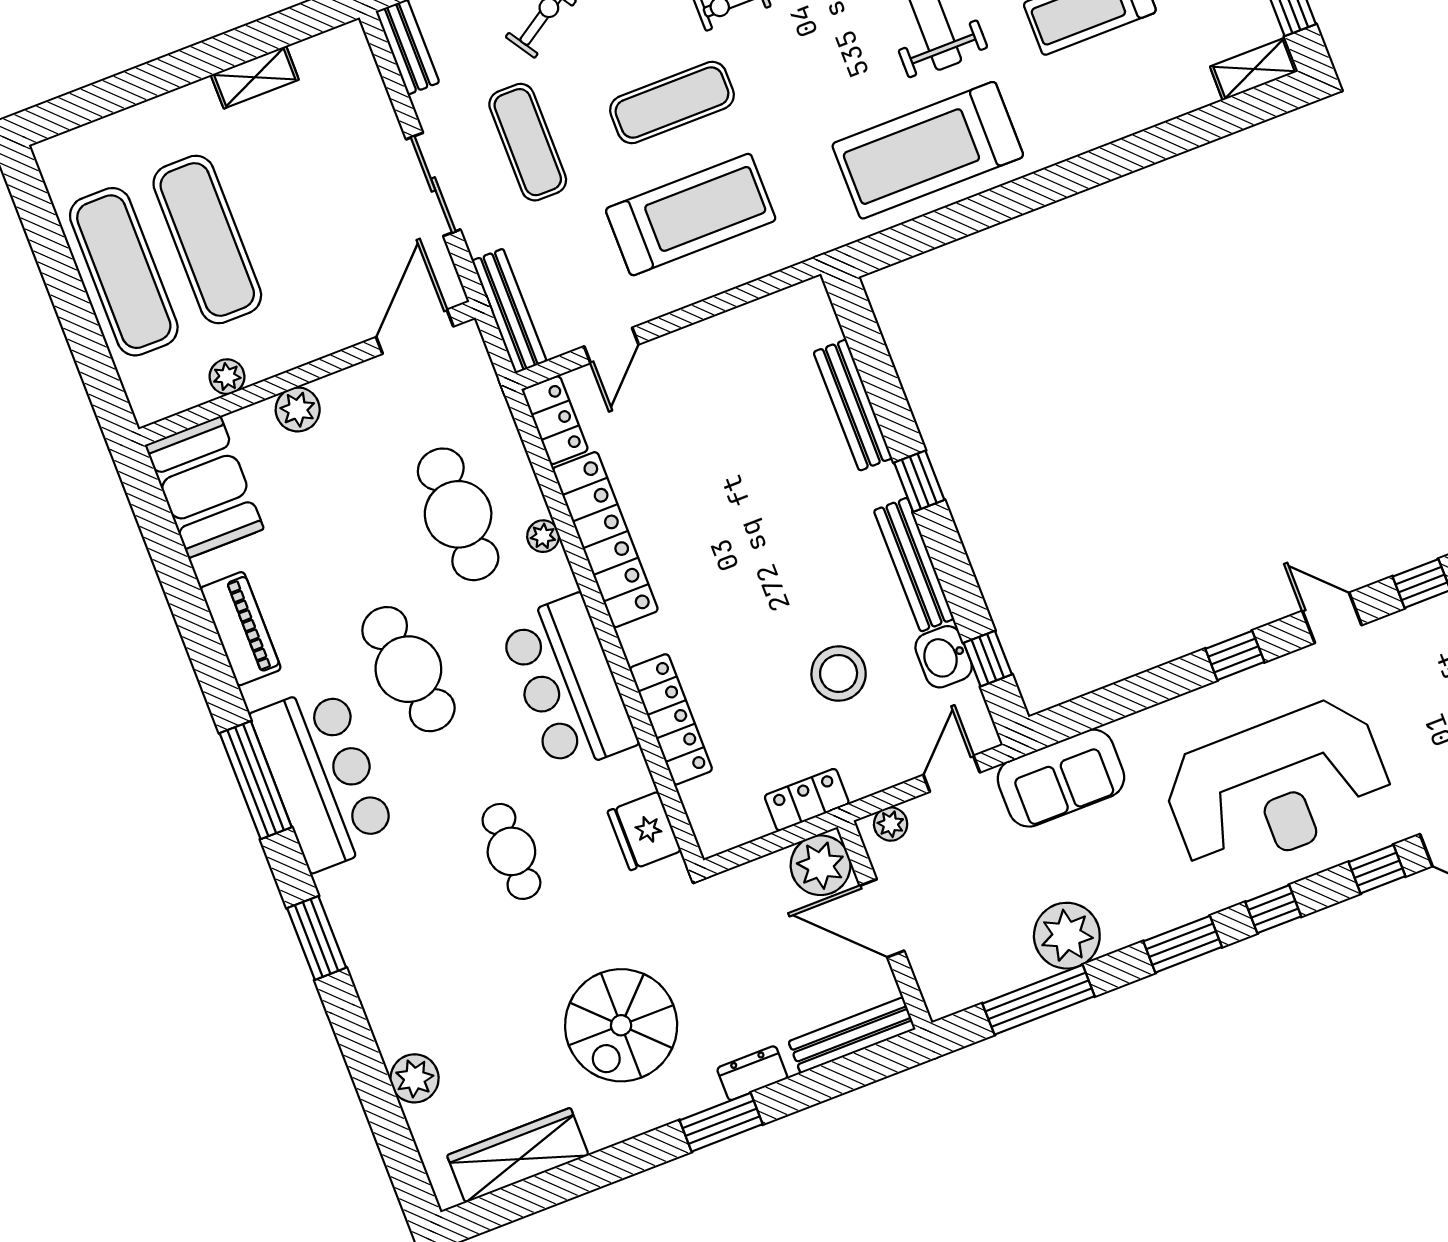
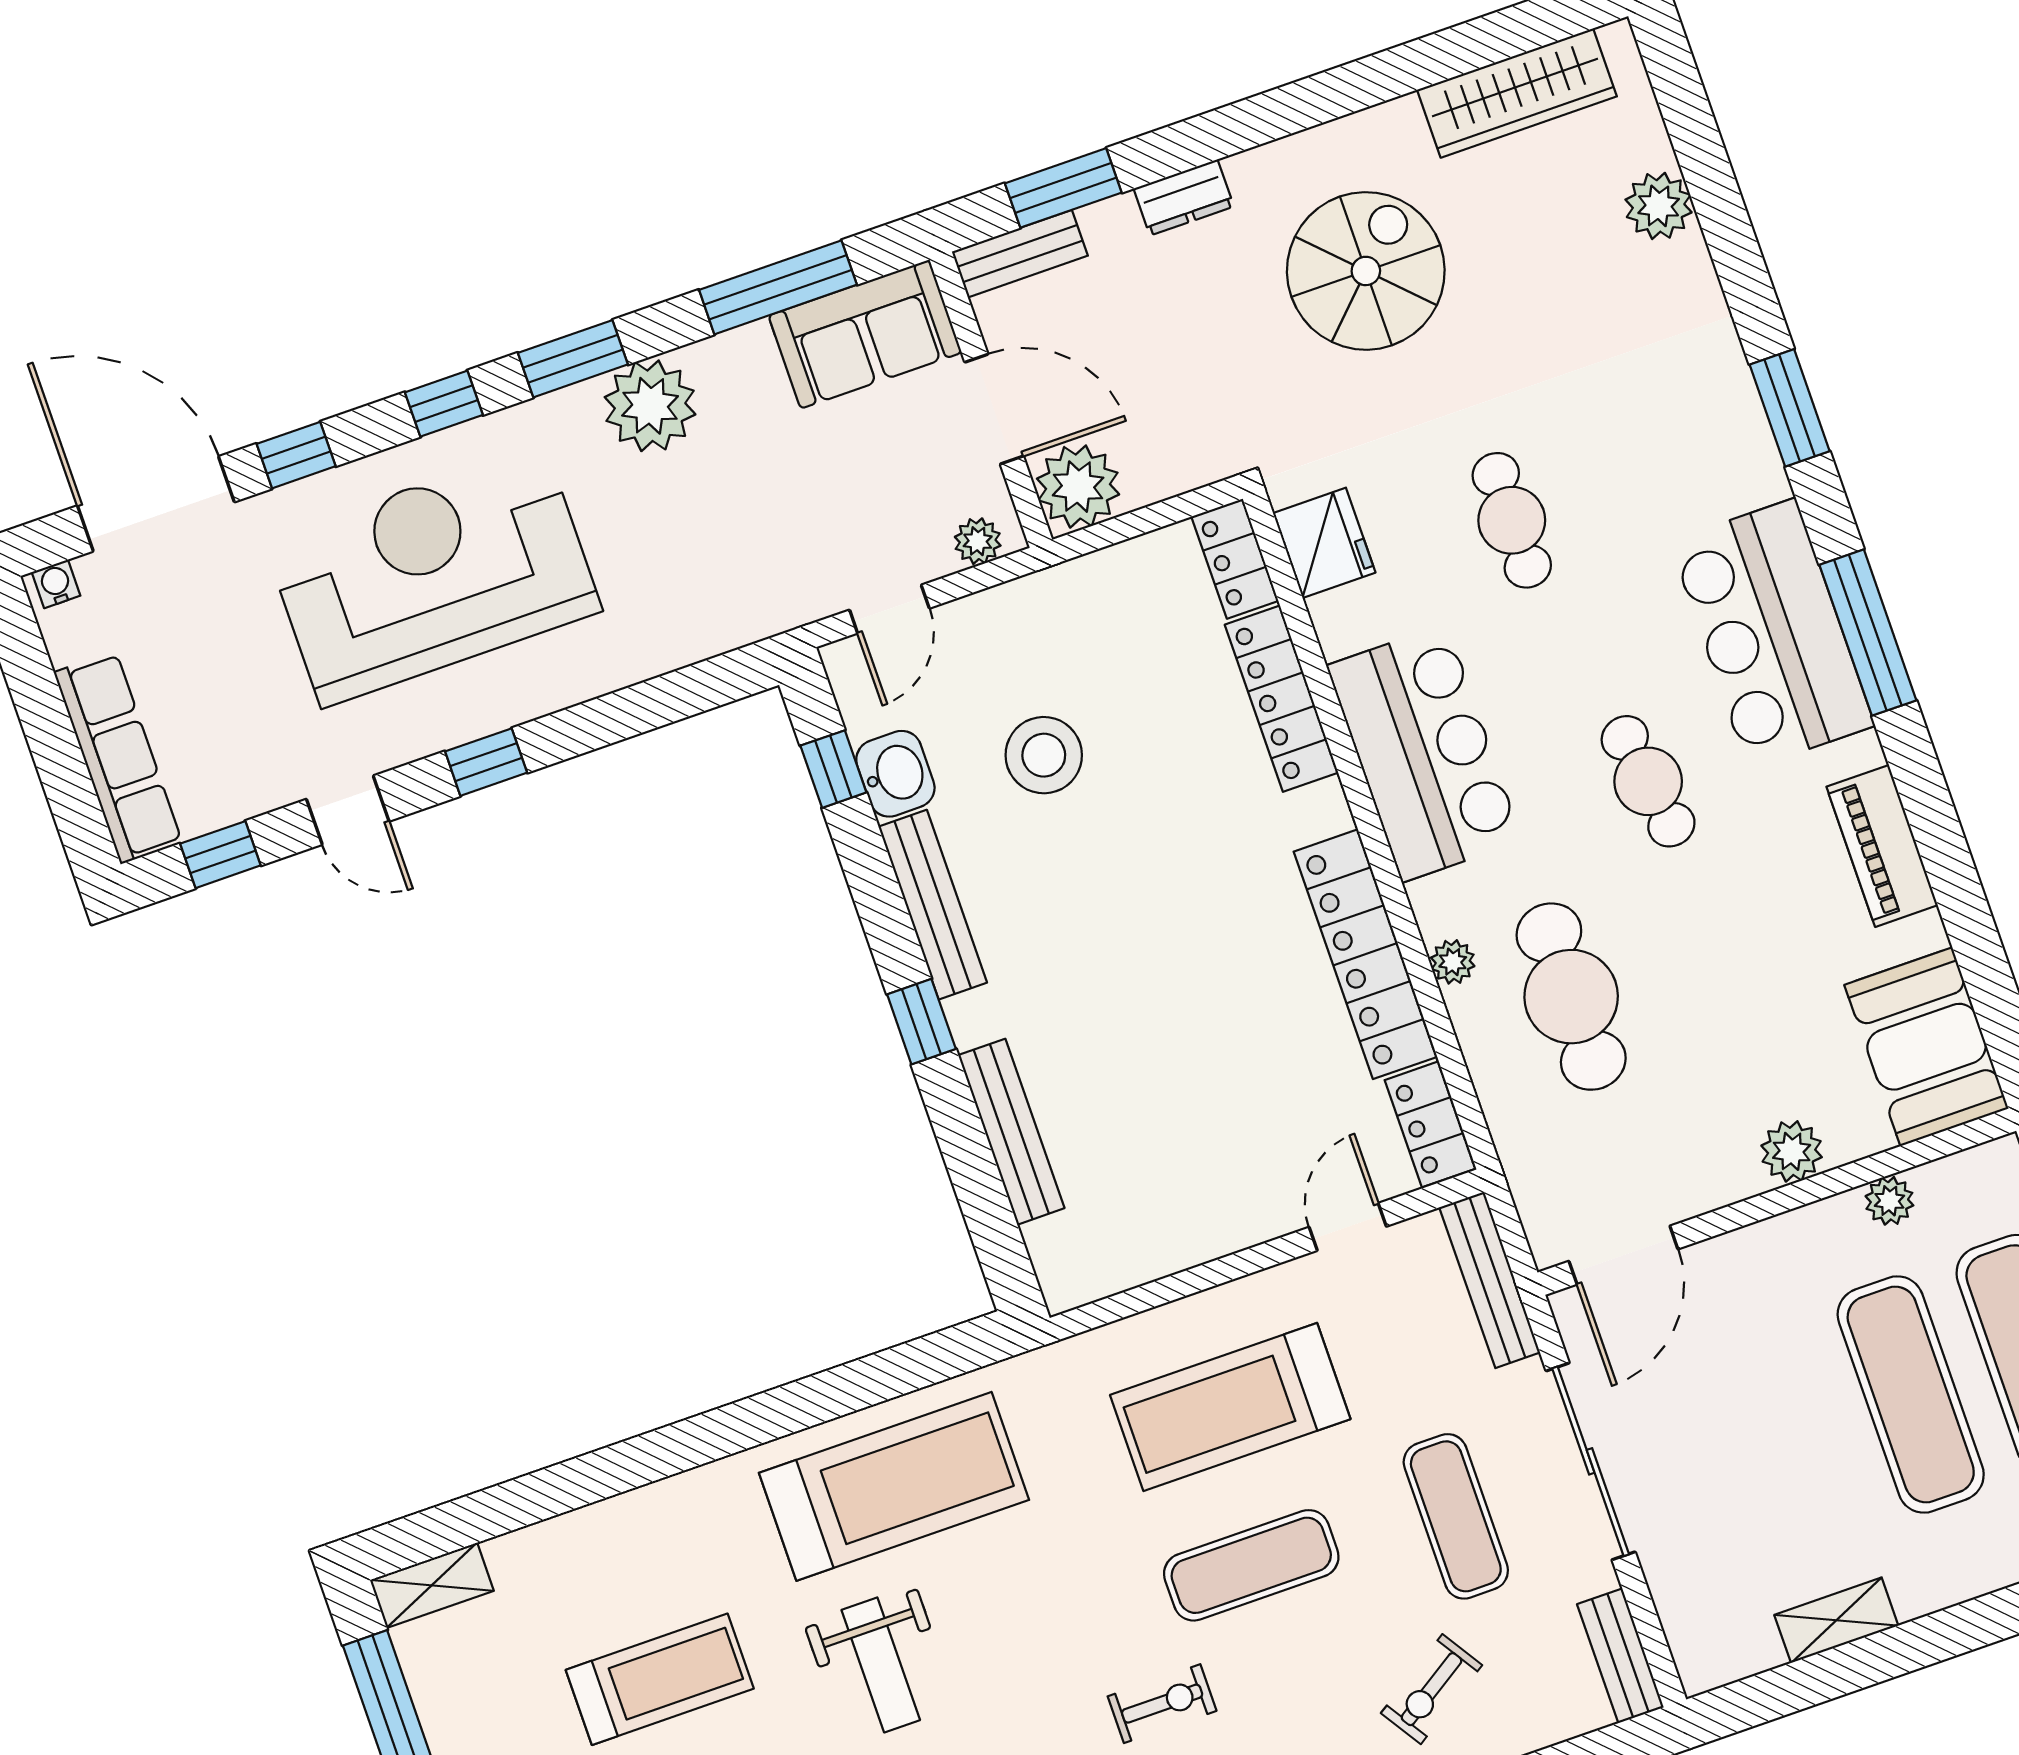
sliding door: (433, 184) -> (1591, 1461), width x1.37
cafe table: (408, 669) -> (1648, 781), width x0.73, depth x0.74
sofa: (1061, 778) -> (865, 334), moved, turned 180
locker: (807, 800) -> (1235, 559), moved, turned 90
plant: (1067, 936) -> (650, 406), moved
bench: (852, 1035) -> (1020, 254), width x0.73
window: (721, 1122) -> (1063, 188), moved

